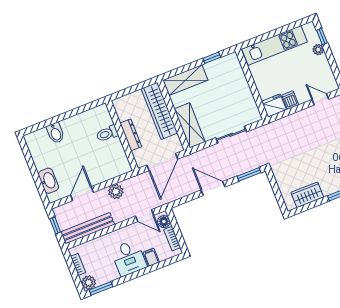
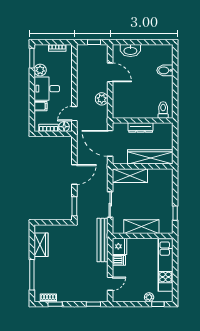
shelving: (185, 80) -> (141, 227), moved, turned 90
toilet: (107, 134) -> (163, 110), moved
bench: (88, 228) -> (103, 240), moved
plant: (89, 283) -> (40, 70), moved

